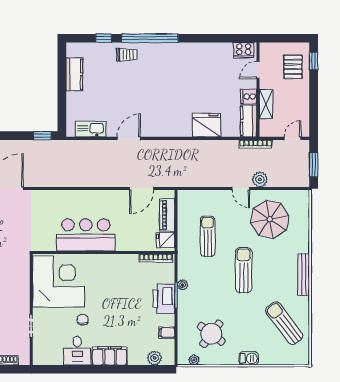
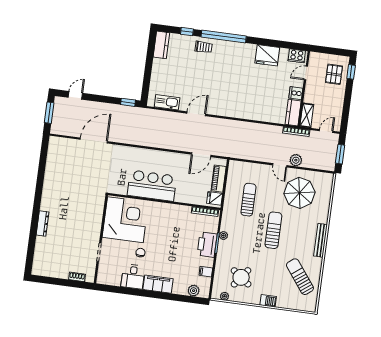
kitchen counter: (74, 74) -> (161, 45), moved
shelving: (266, 104) -> (307, 115), moved
fridge: (206, 125) -> (267, 55), moved, turned 180

